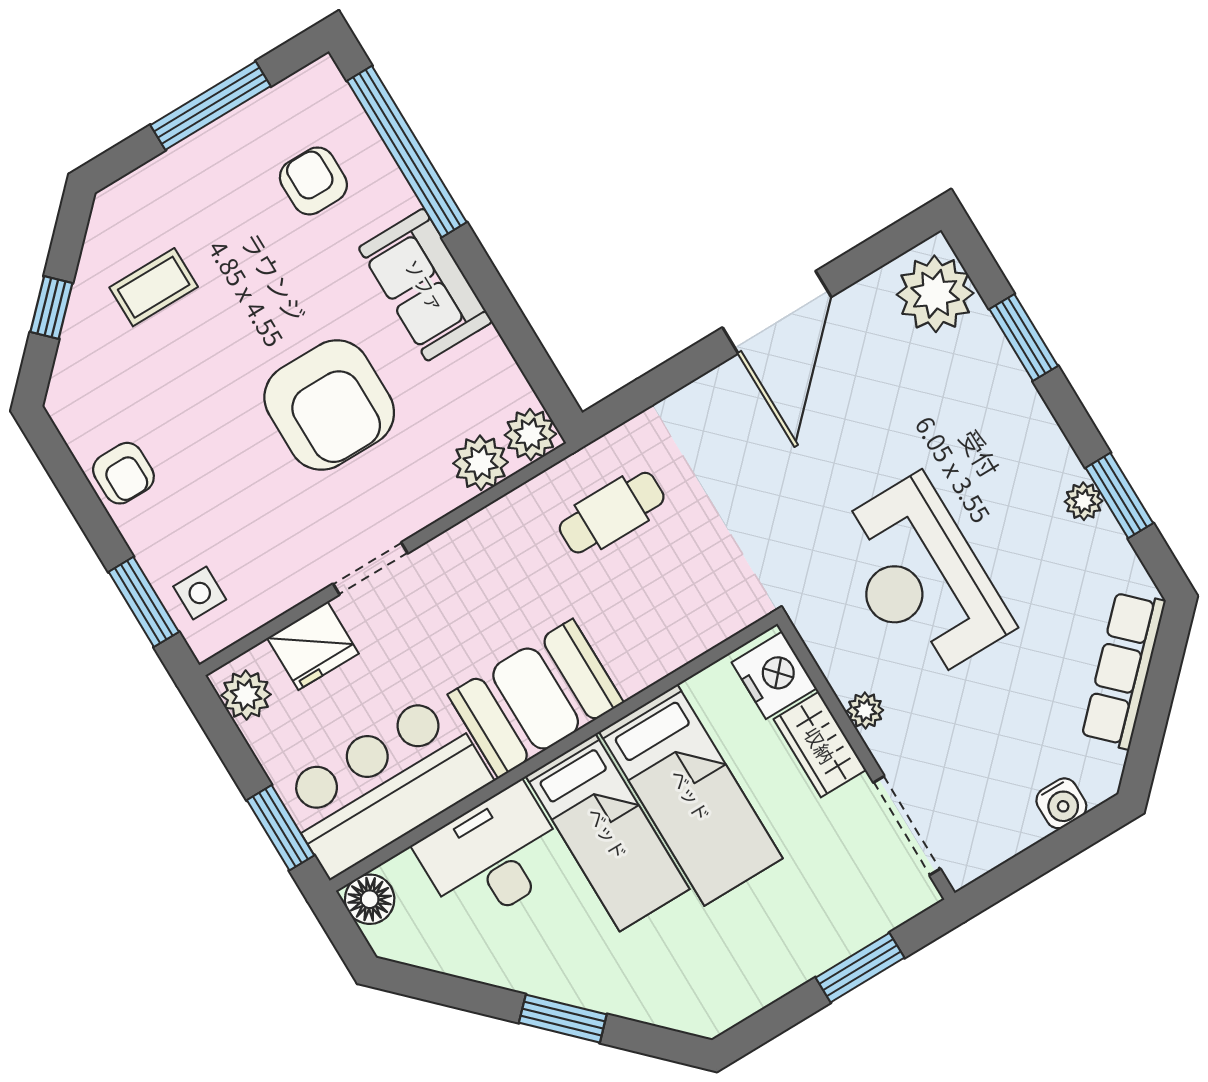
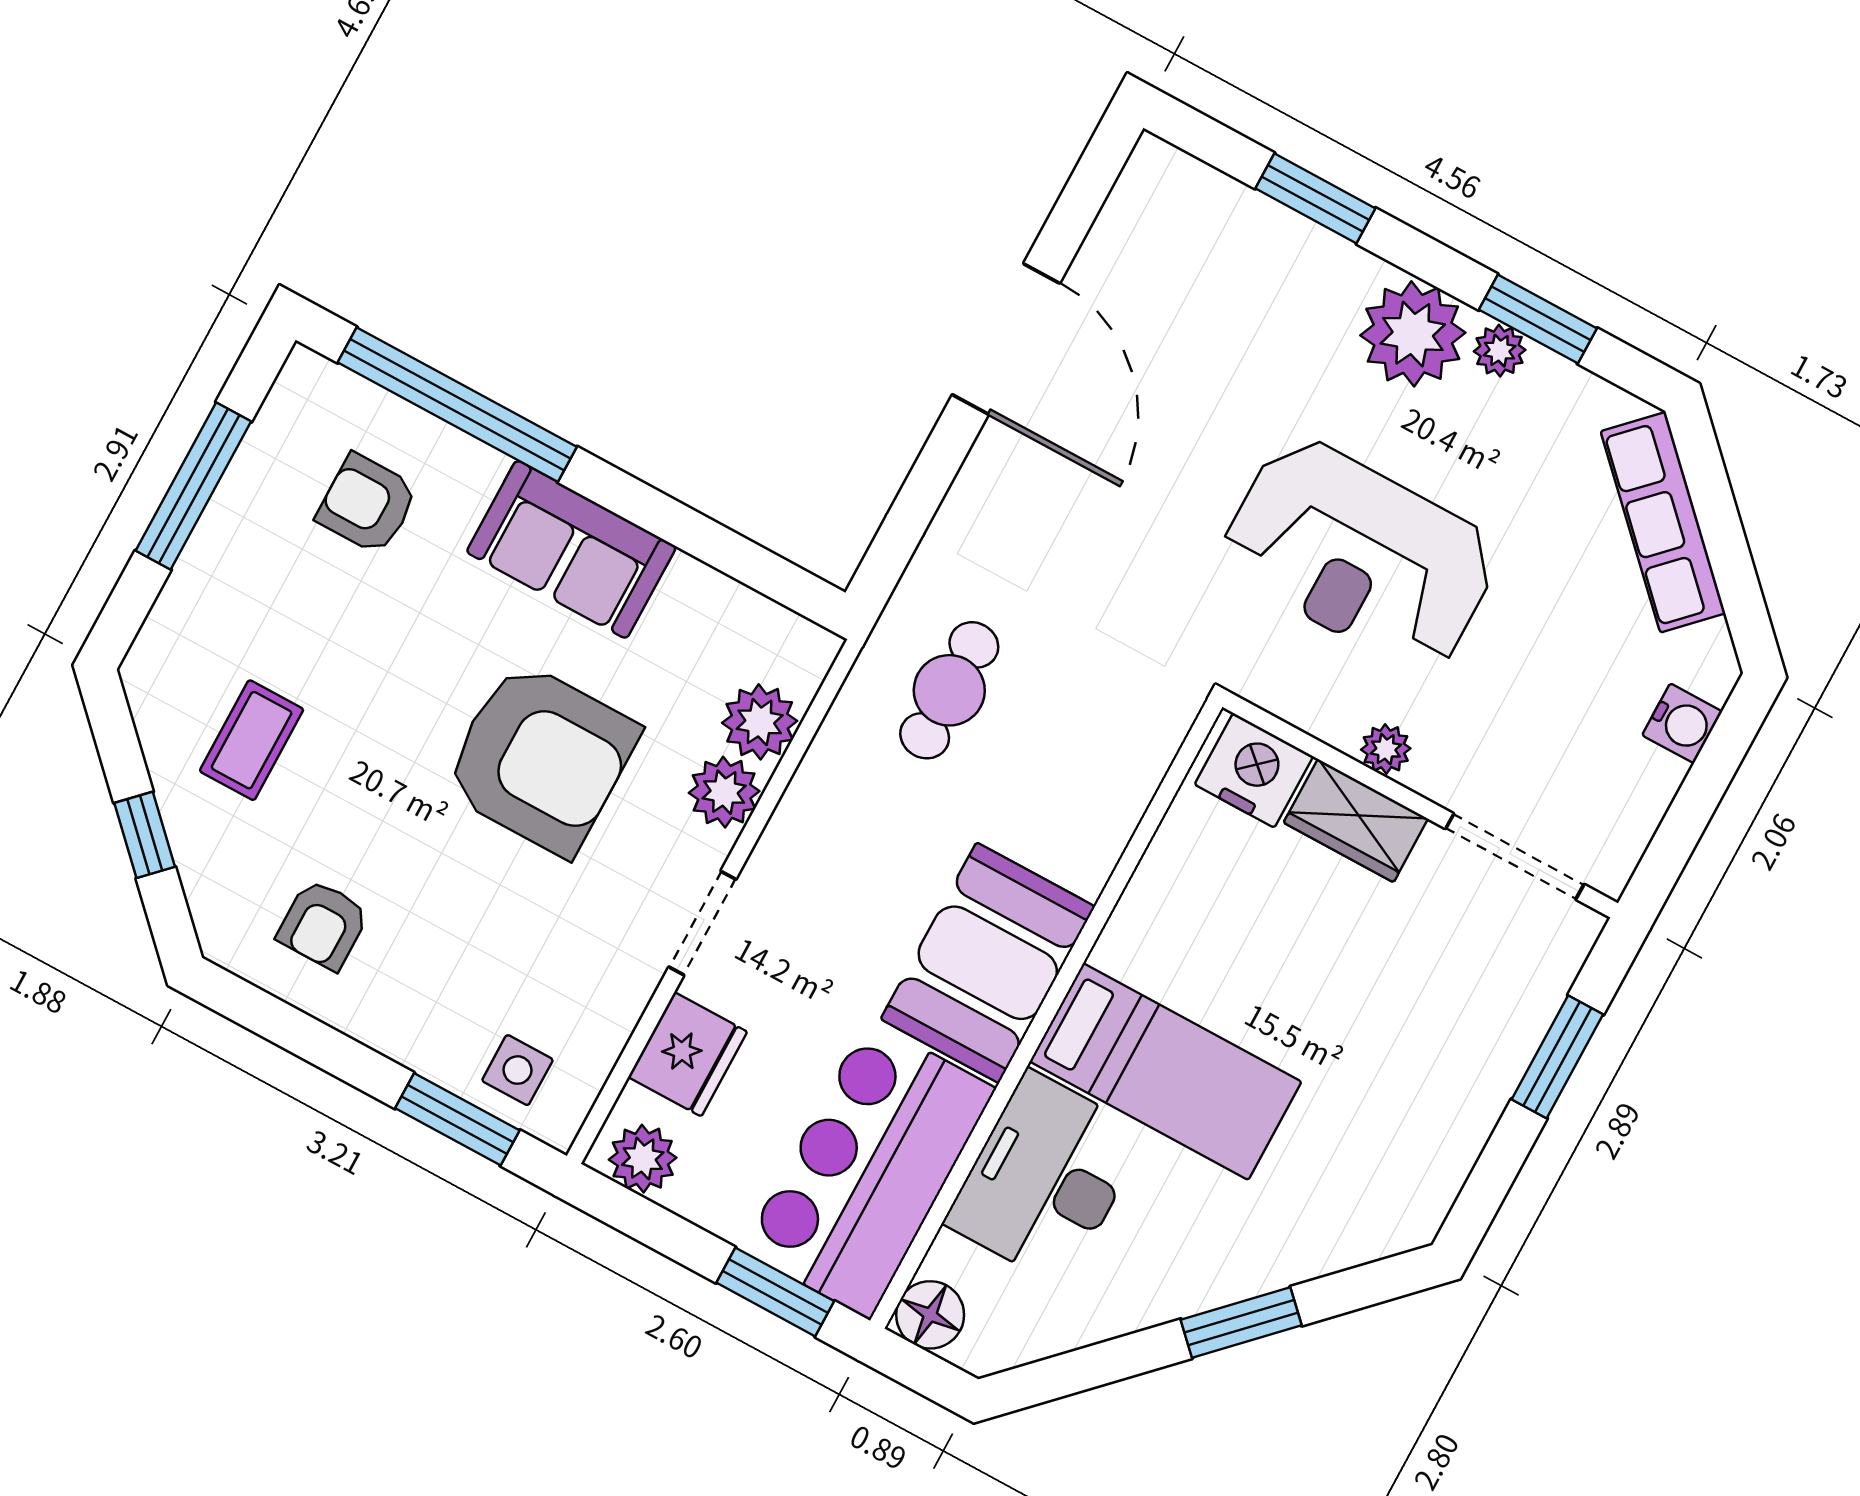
plant: (935, 294) -> (1413, 334), moved
plant: (530, 435) -> (724, 792), moved
armchair: (123, 473) -> (323, 925), moved, turned 90
bed: (691, 795) -> (1238, 970), removed

